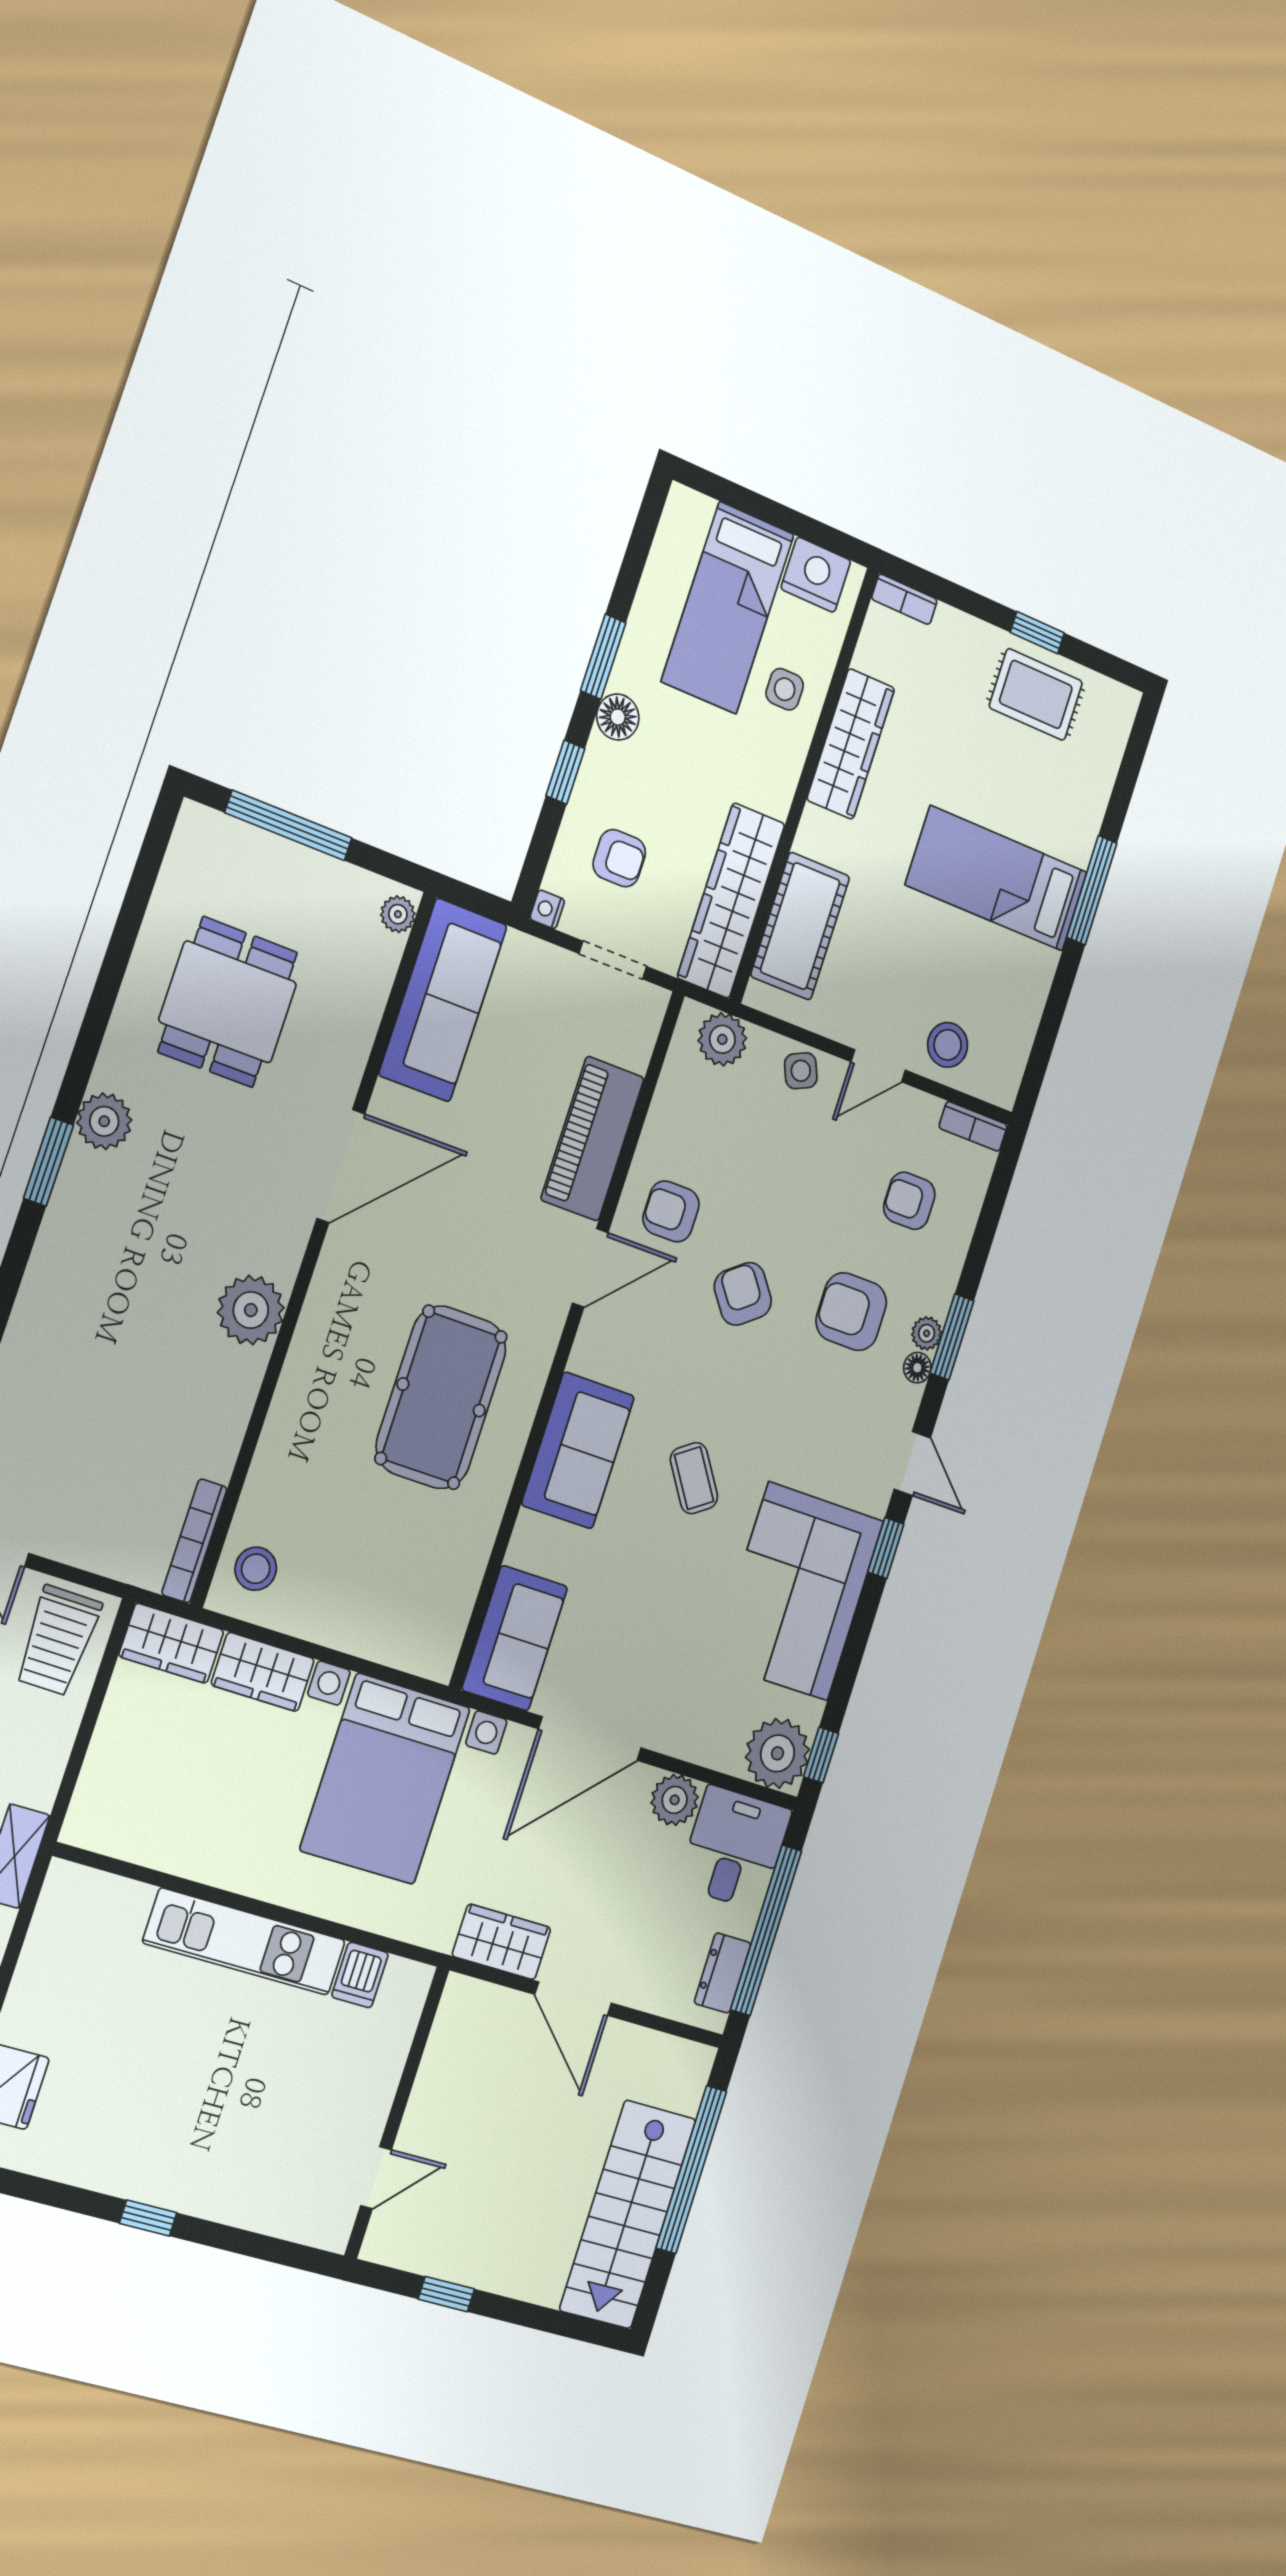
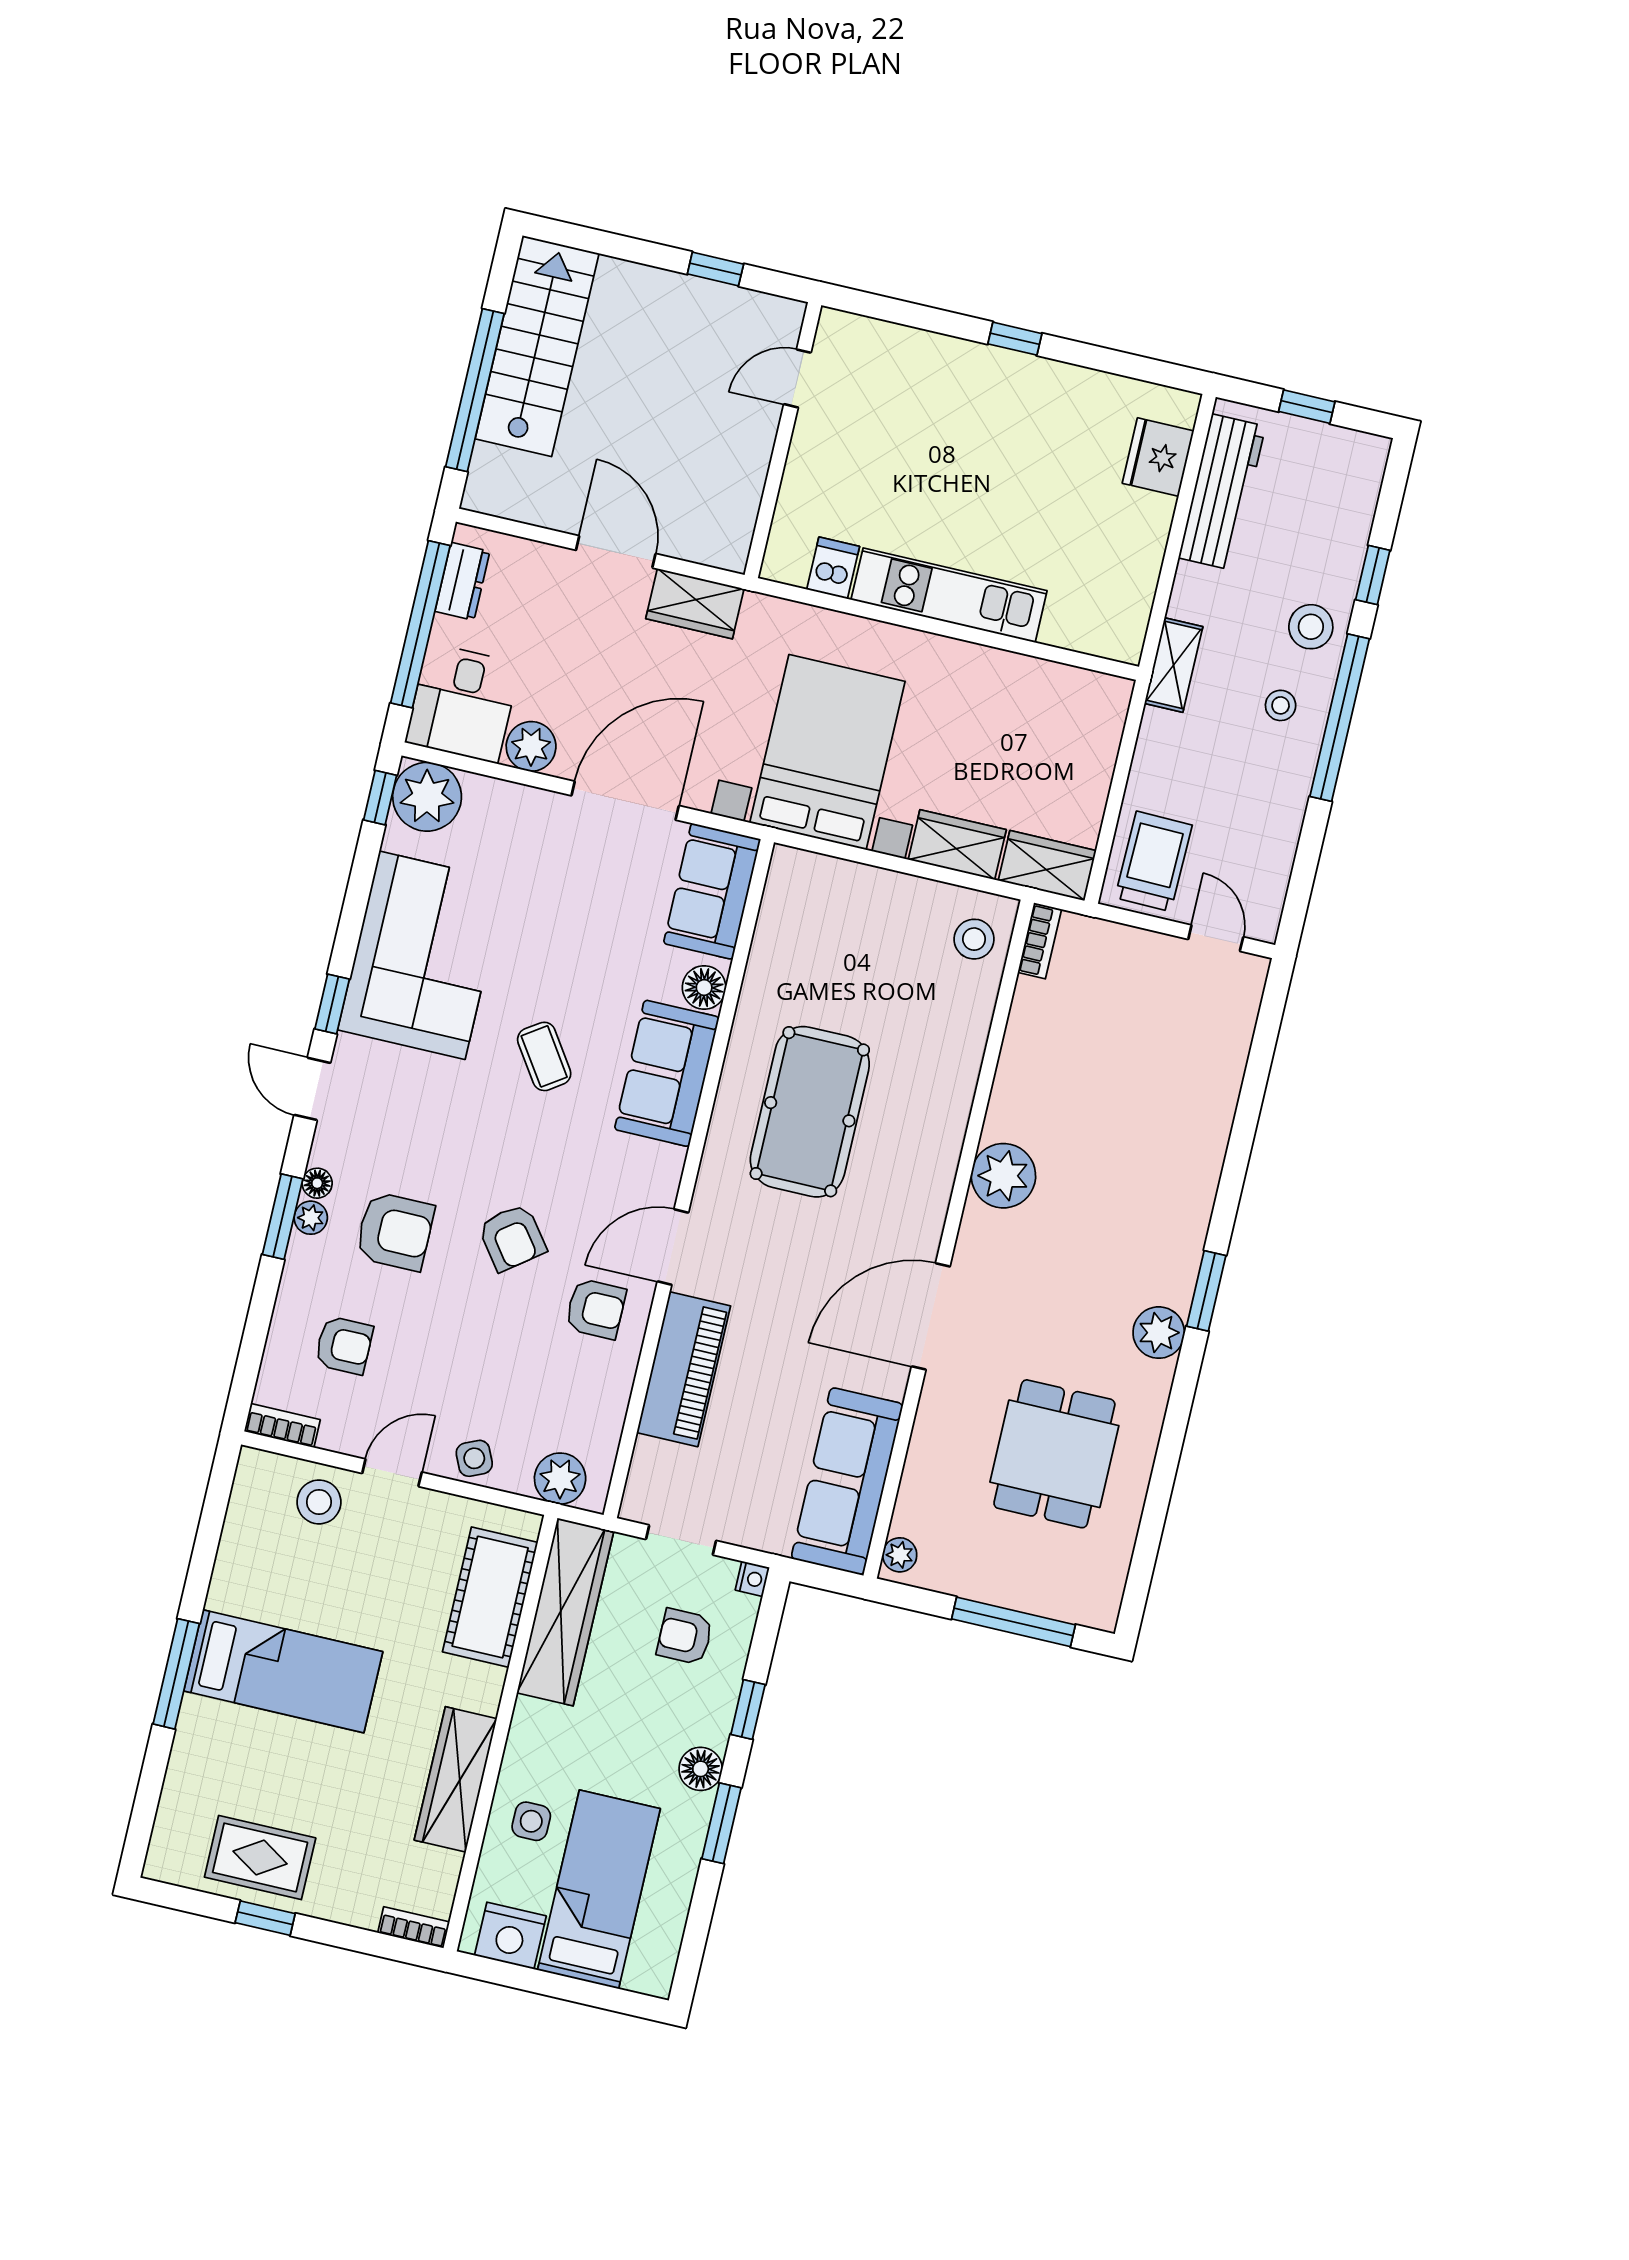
floor lamp: (533, 1538) -> (704, 987), added
bookcase: (194, 1541) -> (1040, 941), width x0.64

